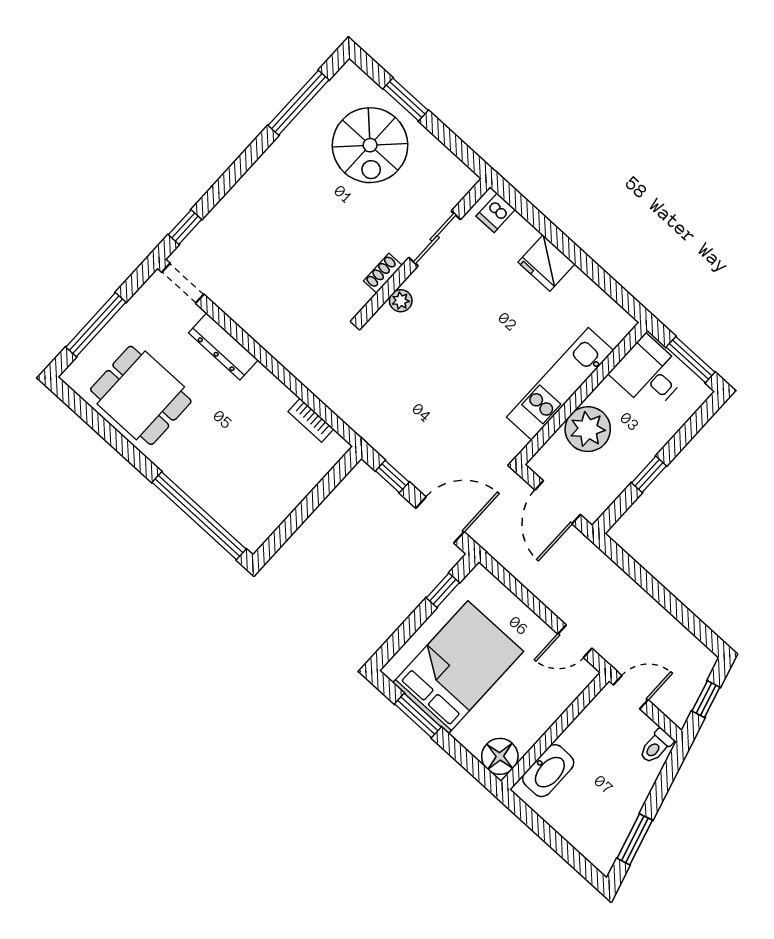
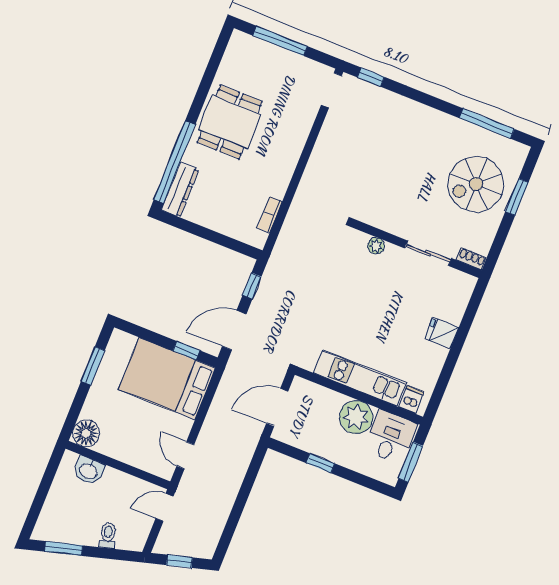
dishwasher: (496, 213) -> (411, 400), moved, turned 90
fridge: (546, 263) -> (442, 333), width x0.72
shoe rack: (383, 273) -> (471, 259), moved
dresser: (223, 346) -> (180, 190), moved, turned 180
dining table: (141, 395) -> (230, 122), moved
plant: (588, 429) -> (356, 417), moved
door: (440, 520) -> (234, 330), swing flipped
bed: (458, 667) -> (167, 379), moved, turned 180
door: (631, 692) -> (165, 507), swing flipped
toilet: (656, 746) -> (108, 535), moved, turned 75
washbasin: (548, 771) -> (89, 471), width x0.72

